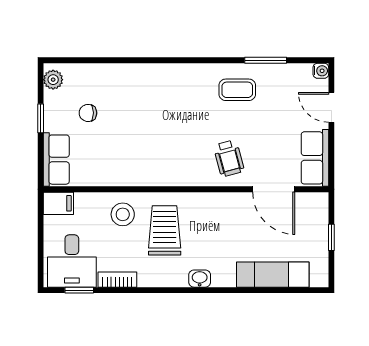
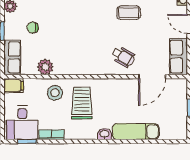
wheelchair: (229, 158) -> (123, 57), turned -46
plant: (108, 174) -> (45, 67), added
door: (274, 189) -> (152, 77), hinge flipped
exam couch: (273, 275) -> (136, 132), moved

